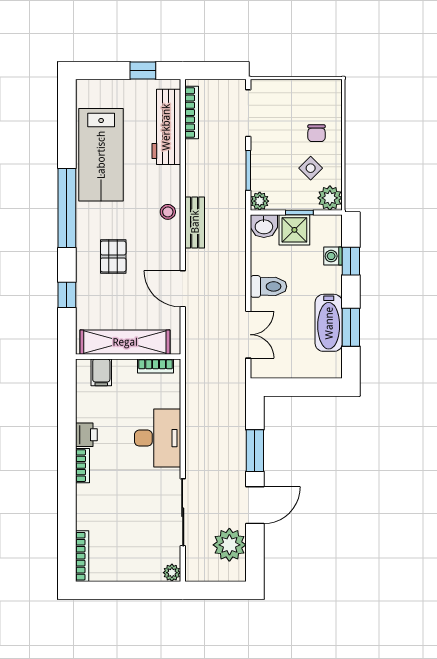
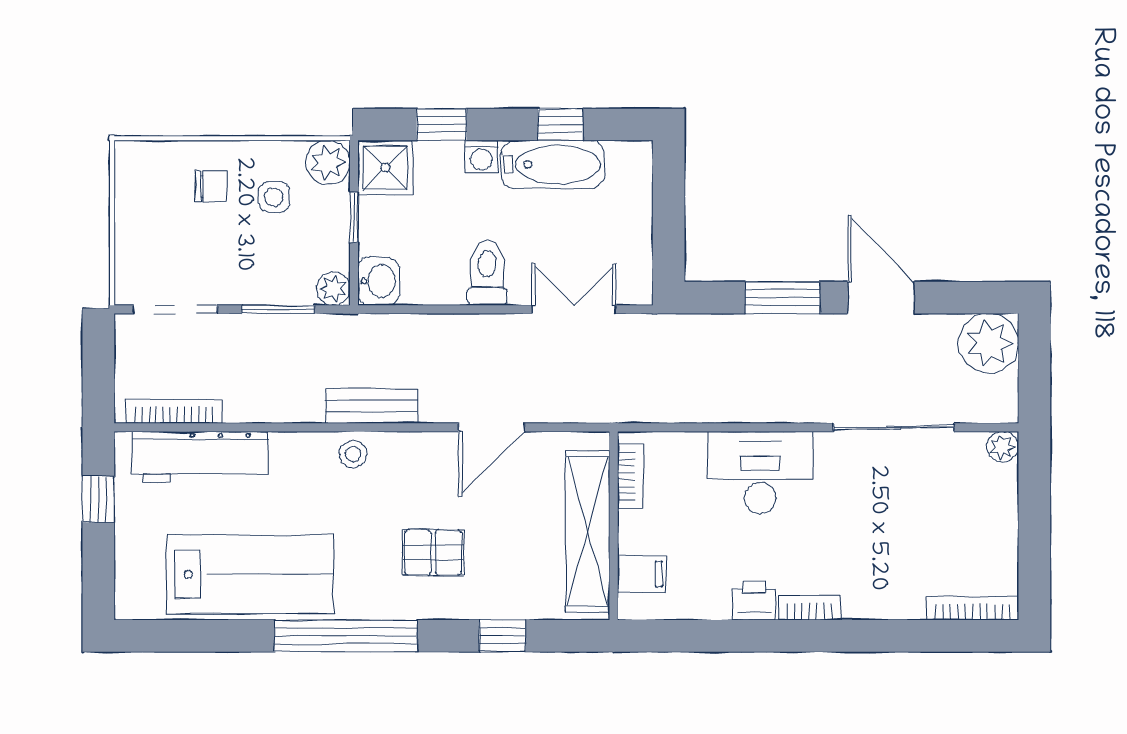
side table: (311, 168) -> (274, 197), turned 45
shower: (294, 230) -> (385, 168), moved
washing machine: (333, 256) -> (481, 157), moved
window: (351, 327) -> (560, 124), width x0.67
plant: (229, 545) -> (989, 343), moved

